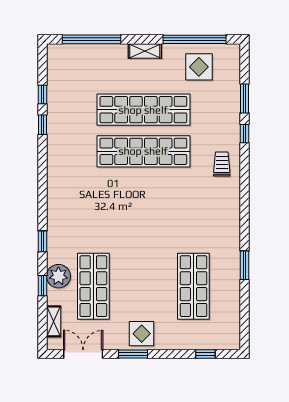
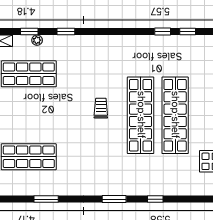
window: (244, 98) -> (114, 199), moved
trolley: (222, 164) -> (101, 108), moved, turned -90
plant: (58, 276) -> (37, 40), width x0.53, depth x0.53

